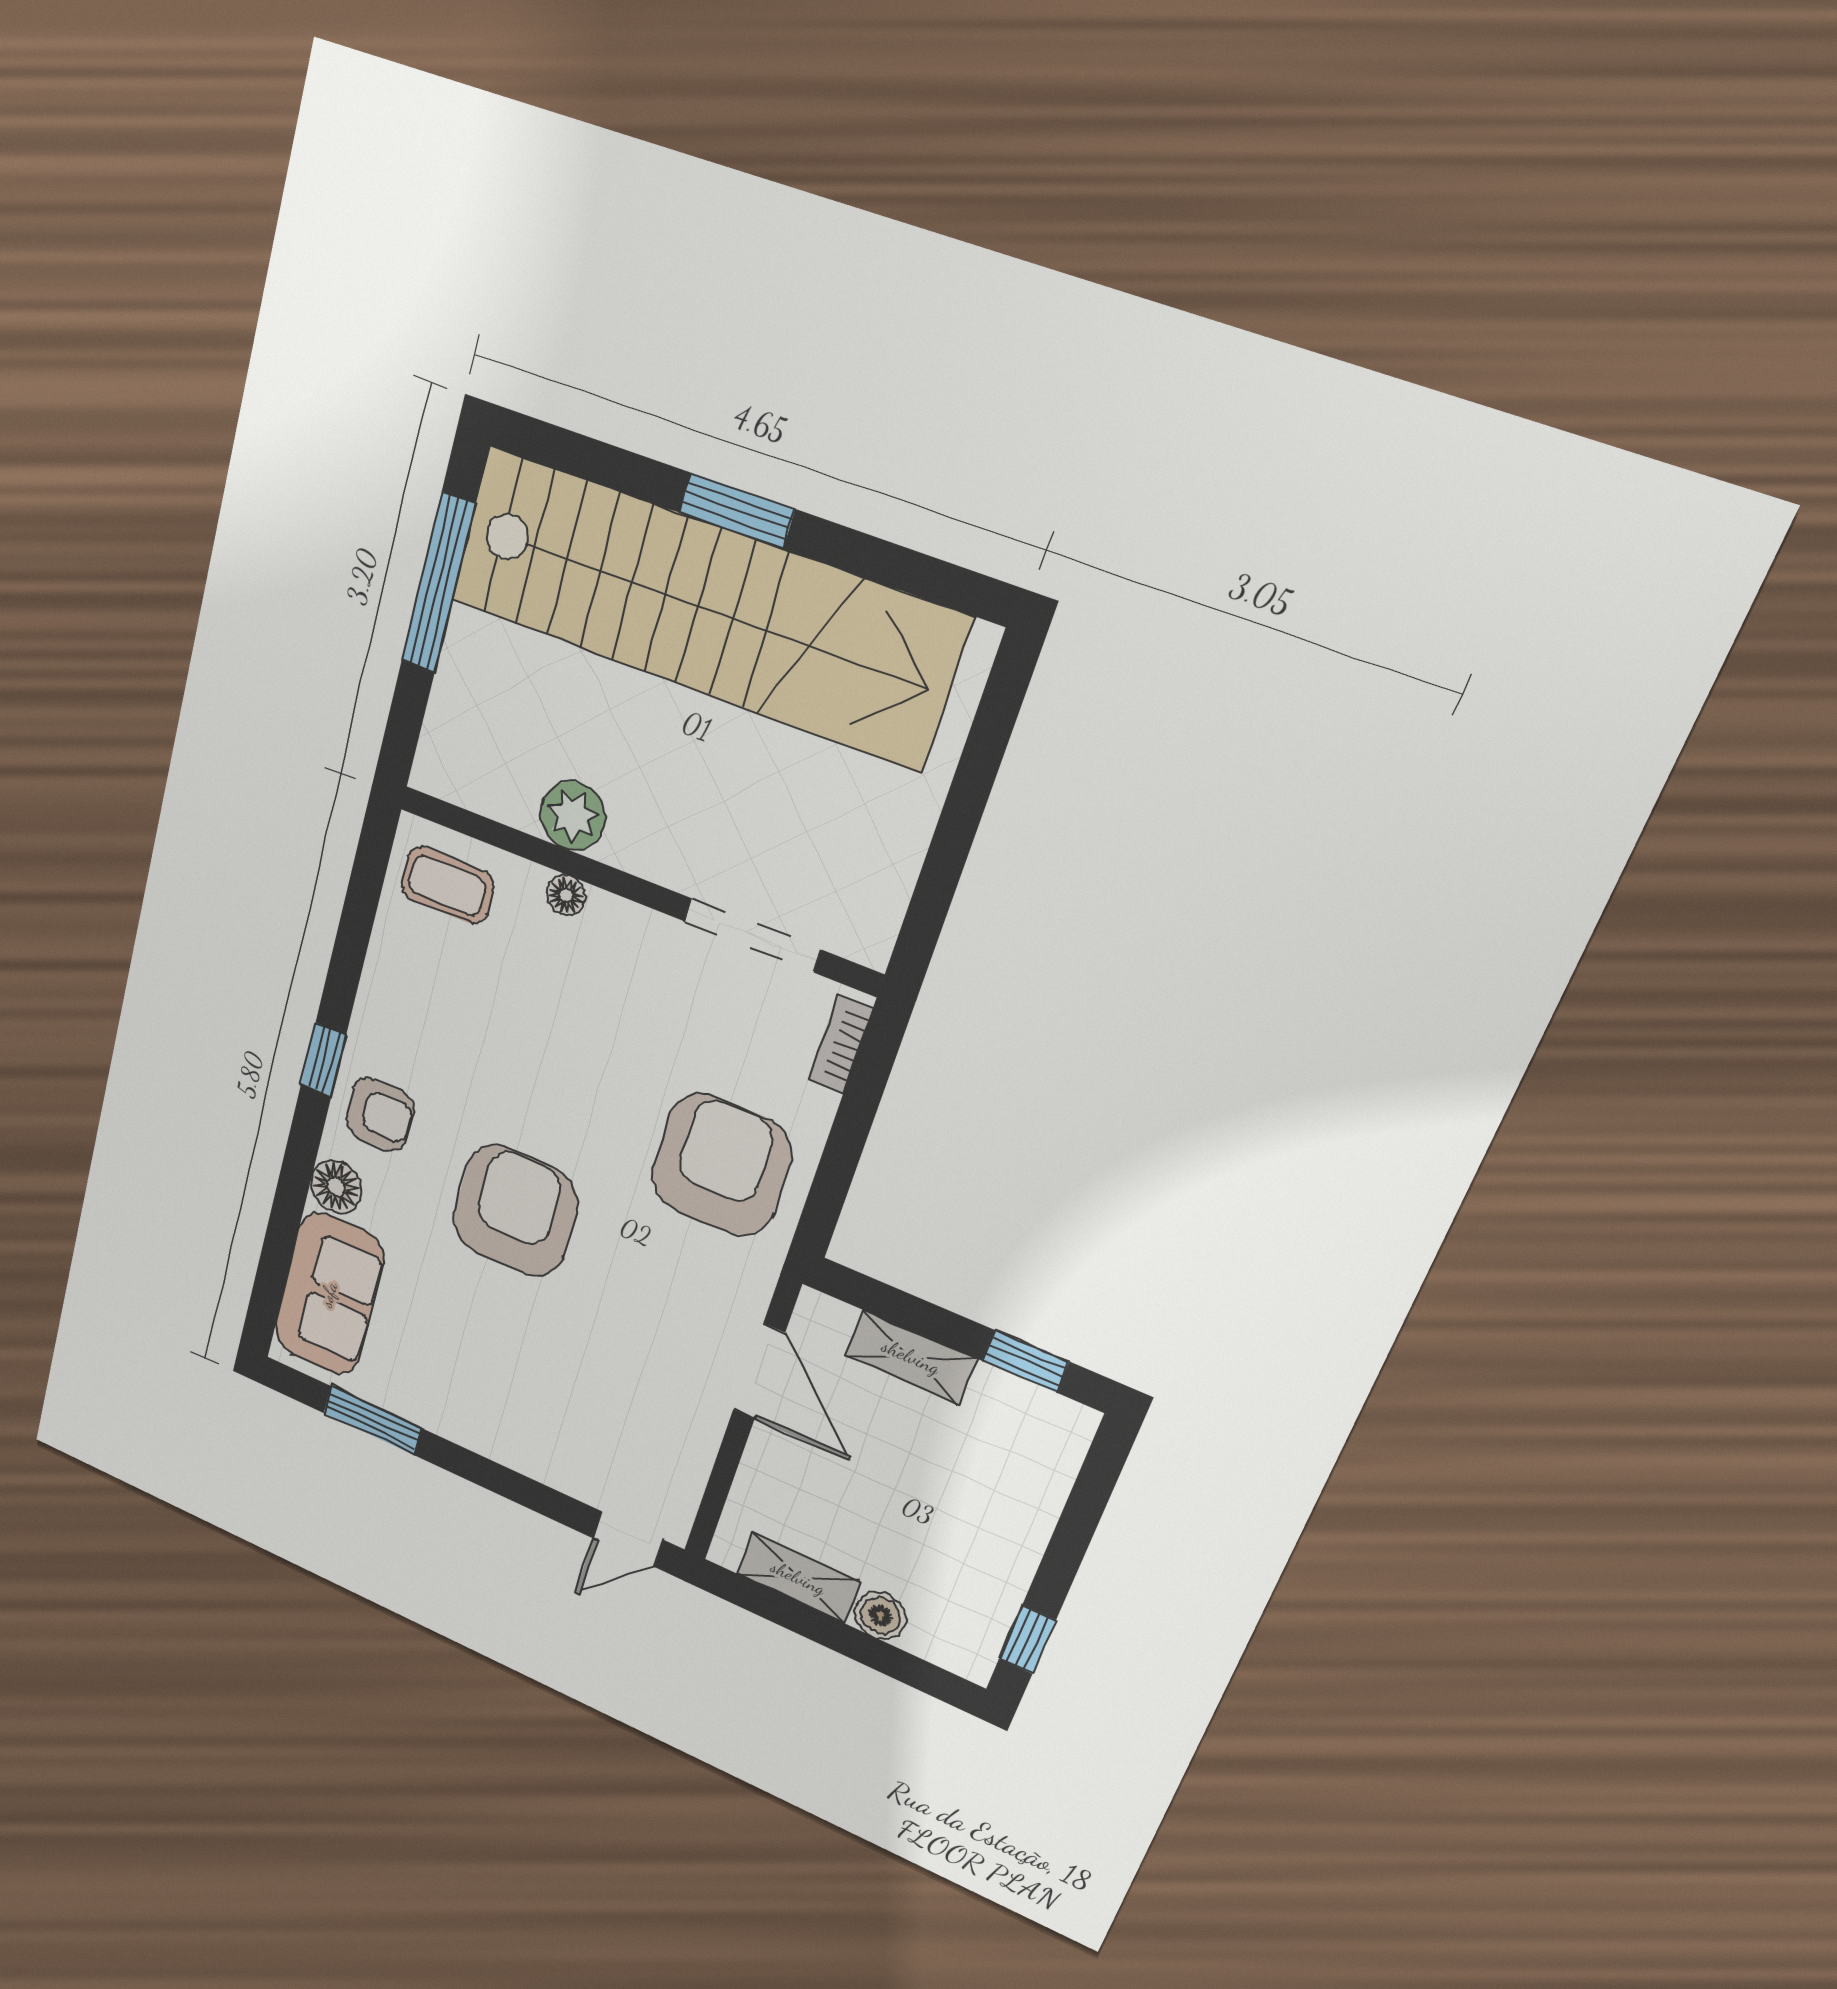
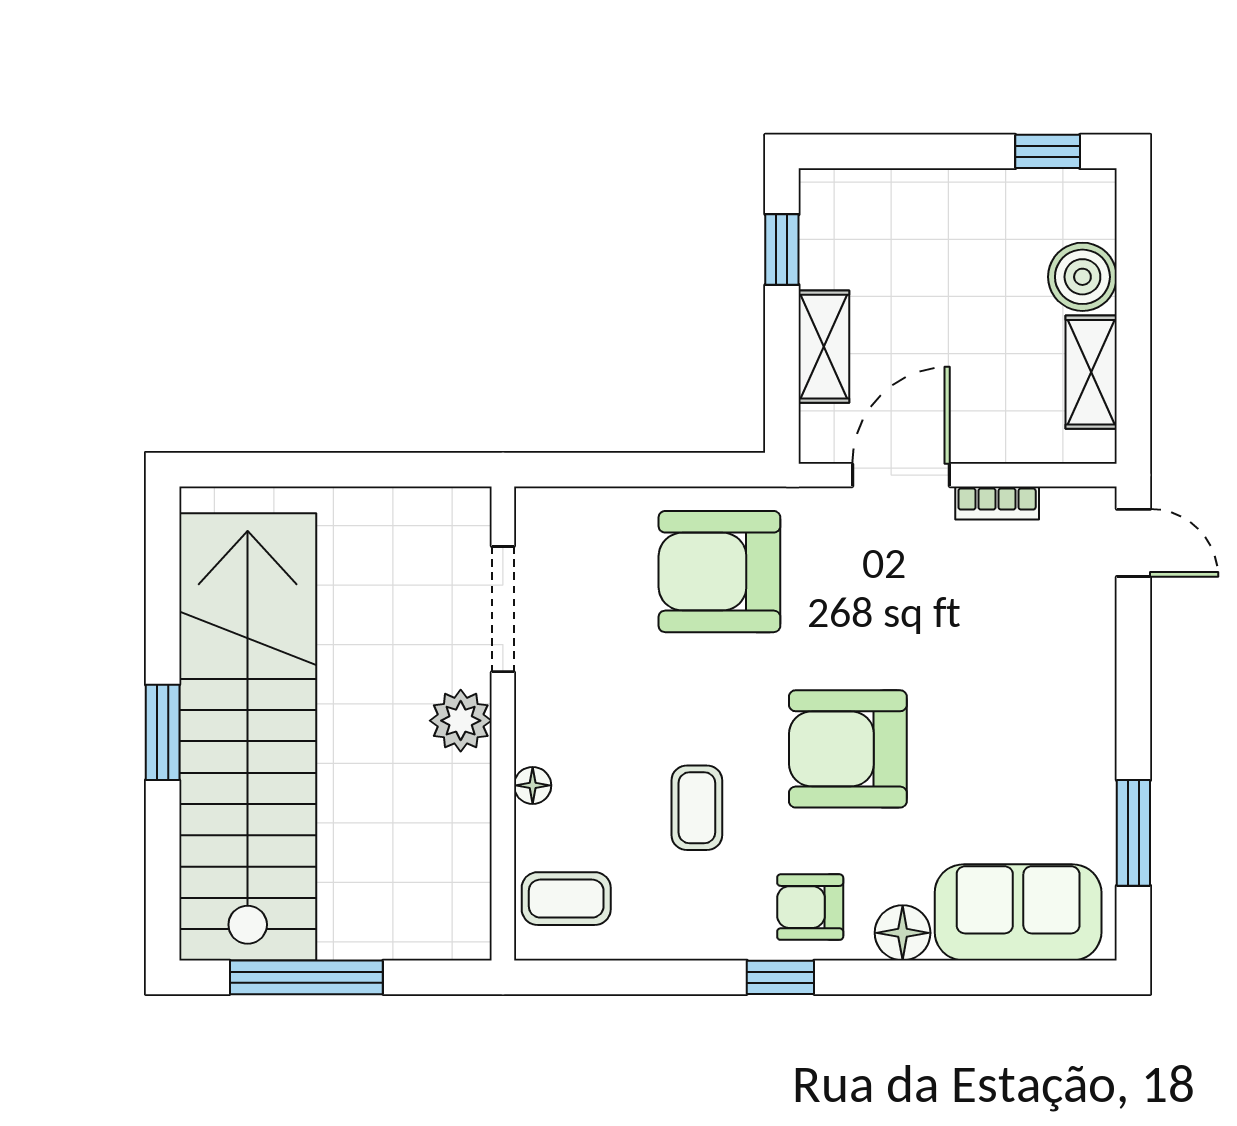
plant: (573, 816) -> (461, 721), moved
coffee table: (447, 885) -> (566, 899), turned 90
bookcase: (841, 1044) -> (997, 503), moved
coffee table: (500, 1048) -> (697, 808), added
armchair: (380, 1114) -> (810, 907), turned -90
boiler: (880, 1616) -> (1082, 277), width x1.36, depth x1.36

